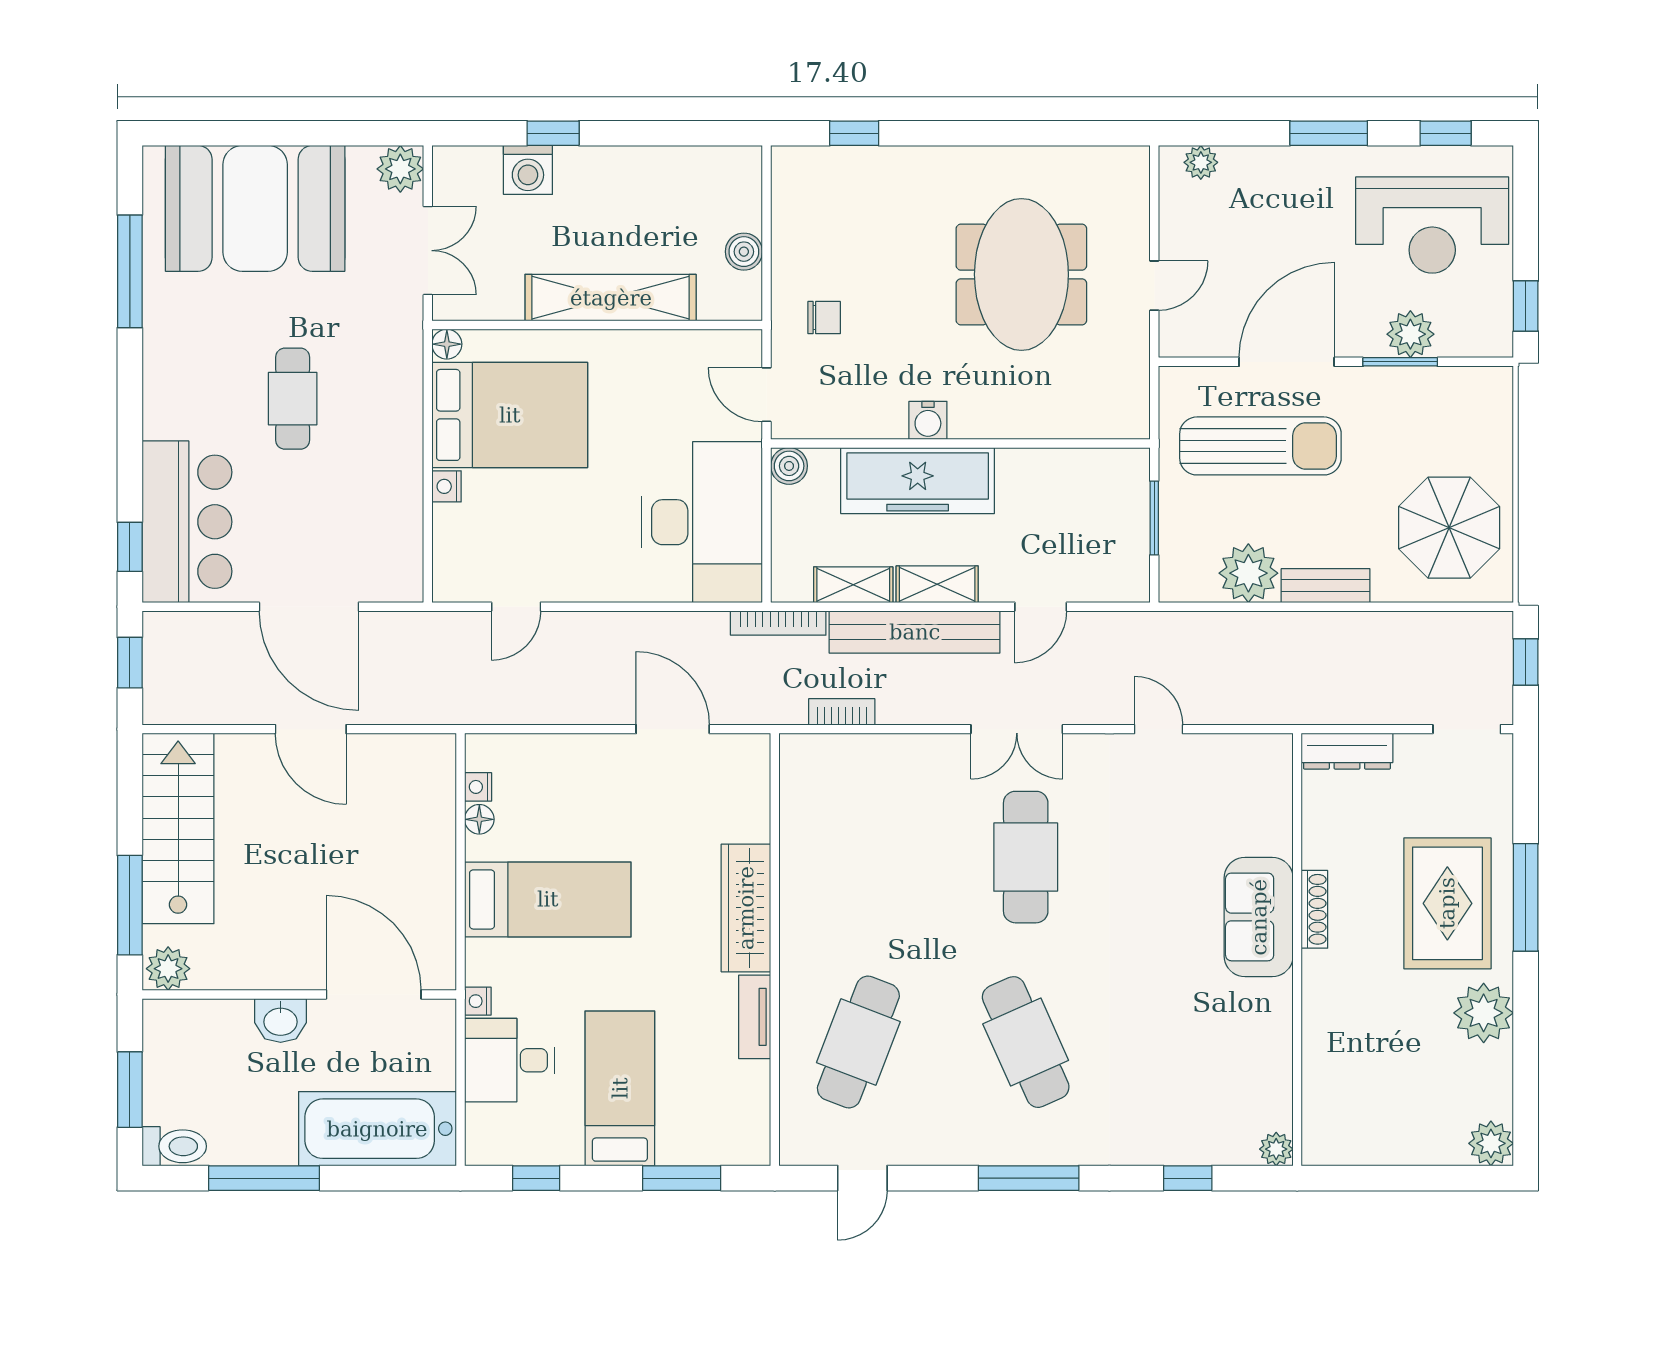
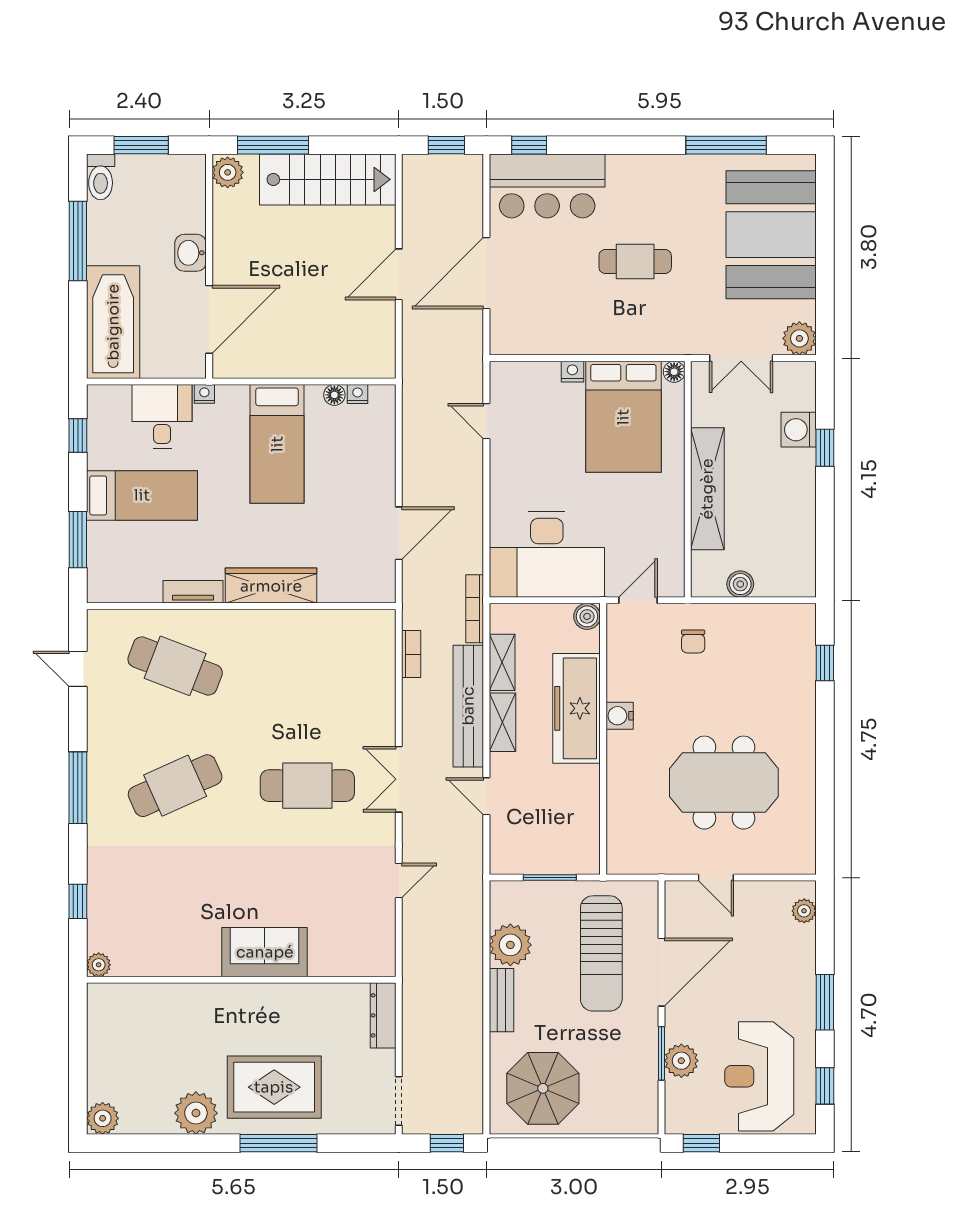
door: (1287, 362) -> (661, 972), hinge flipped
shoe rack: (1314, 909) -> (270, 992), removed

